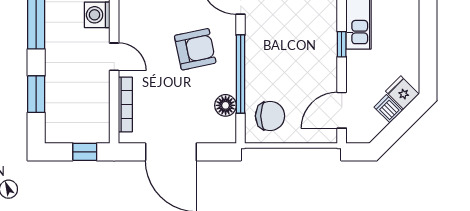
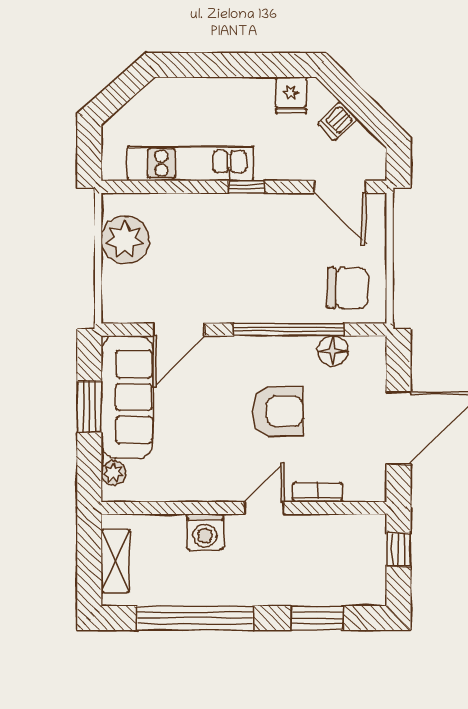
armchair: (195, 49) -> (278, 411), moved, turned 102
fridge: (402, 93) -> (291, 95), moved, turned -45
bookcase: (125, 105) -> (318, 492), width x0.64
chair: (270, 116) -> (348, 288), turned 90

